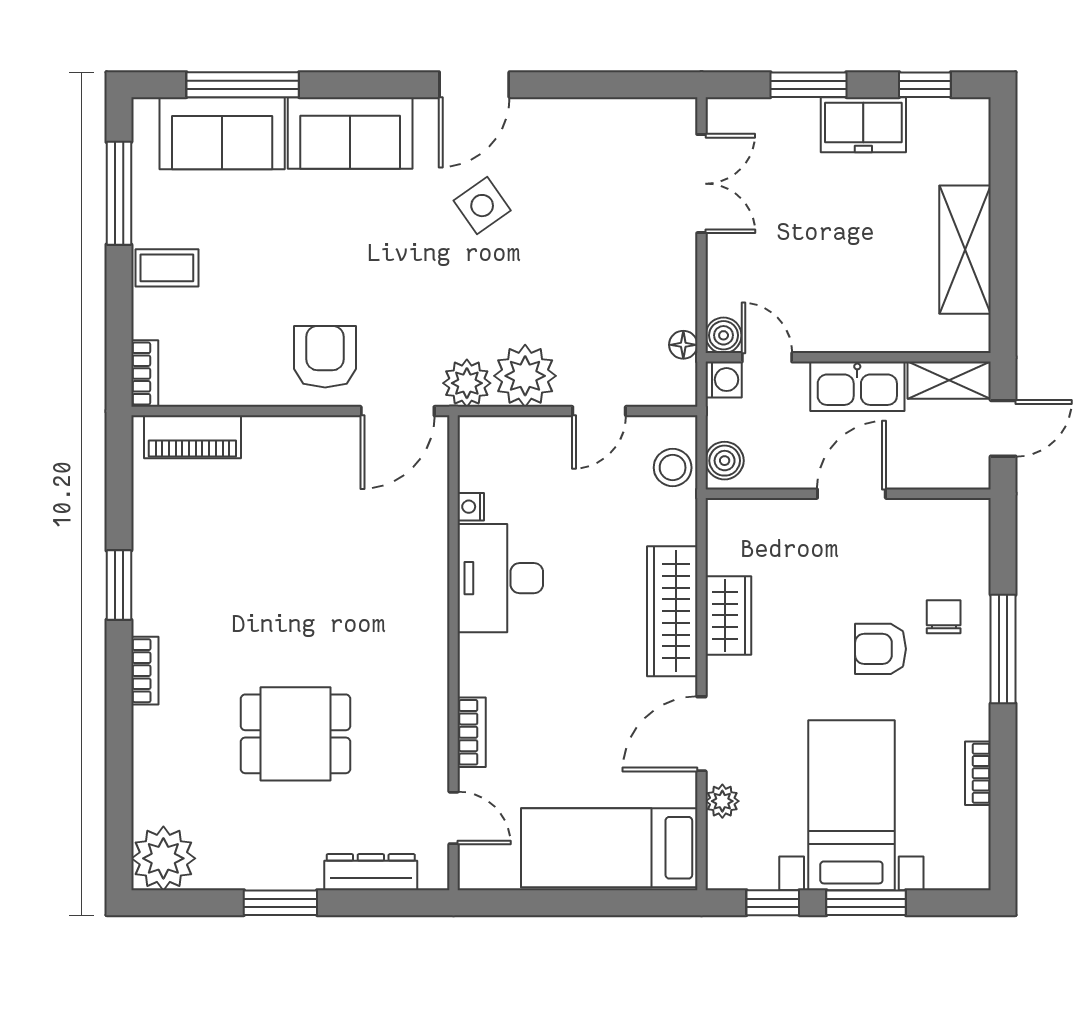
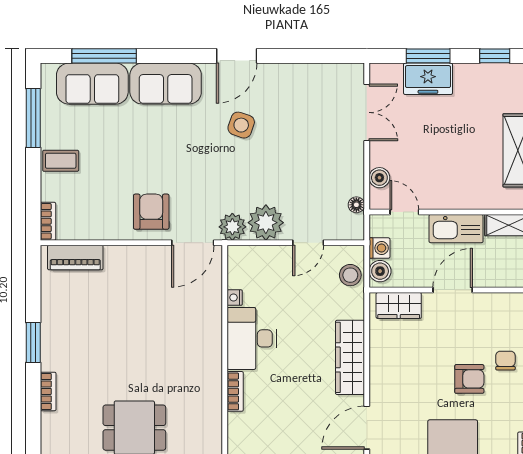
freezer: (863, 125) -> (428, 79), moved
side table: (482, 206) -> (241, 125), turned -36
boiler: (724, 335) -> (379, 178), moved
washing machine: (724, 380) -> (379, 248), moved
wardrobe: (728, 615) -> (399, 306), moved, turned 90
armchair: (881, 649) -> (469, 379), turned 180
bookcase: (472, 732) -> (235, 391), moved

